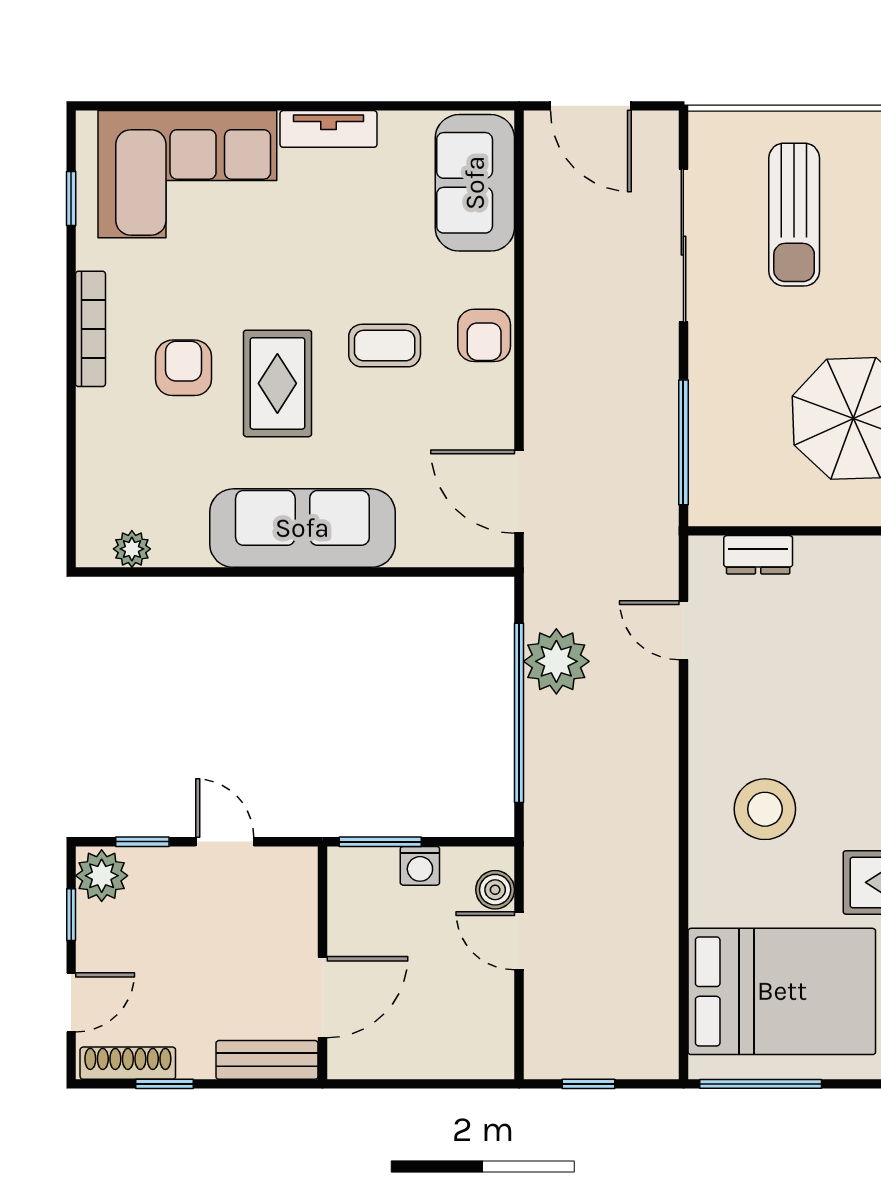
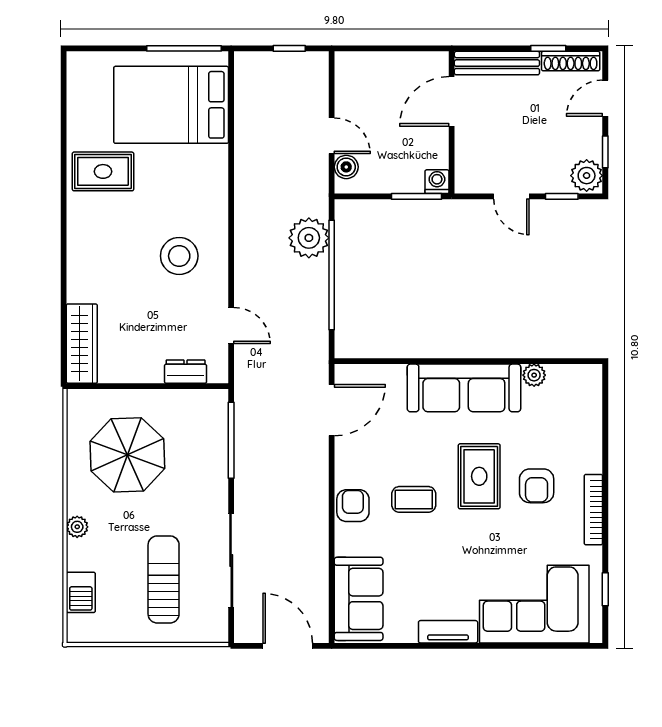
door: (519, 492) -> (332, 410), hinge flipped
plant: (132, 549) -> (534, 375), moved
plant: (556, 661) -> (309, 238), moved
stool: (765, 809) -> (179, 256), moved
washing machine: (420, 866) -> (437, 182), moved
bench: (267, 1060) -> (497, 63), width x1.36

